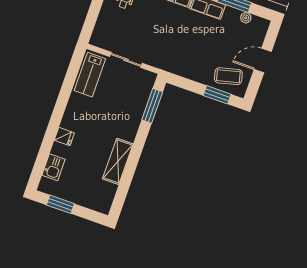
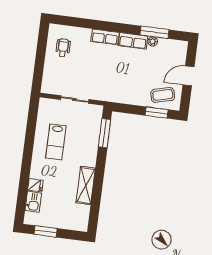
plant: (246, 18) -> (153, 41), moved
lab bench: (90, 75) -> (56, 142), moved
fridge: (64, 137) -> (35, 185), moved

